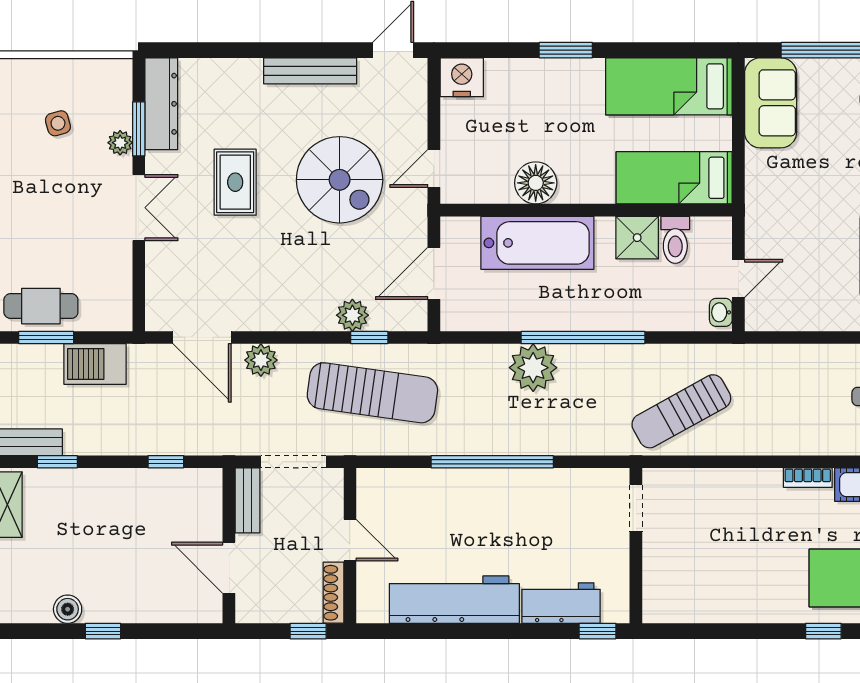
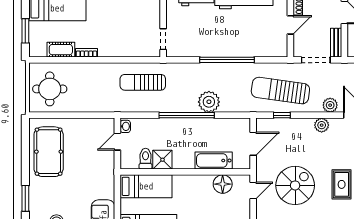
spiral stairs: (340, 180) -> (295, 185), turned 90
floor lamp: (536, 183) -> (223, 184), moved
bathtub: (537, 243) -> (214, 160), width x0.73, depth x0.73
plant: (352, 315) -> (322, 125), moved
sun lounger: (681, 411) -> (143, 82), turned -151
door: (350, 540) -> (290, 25), swing flipped

